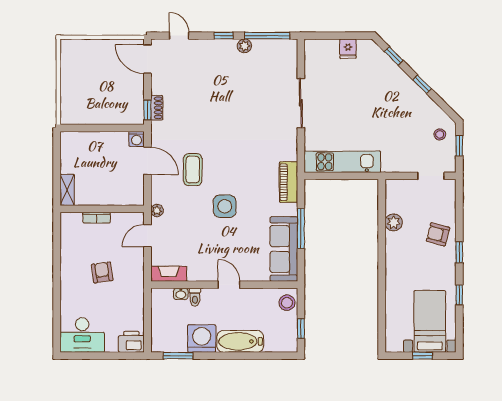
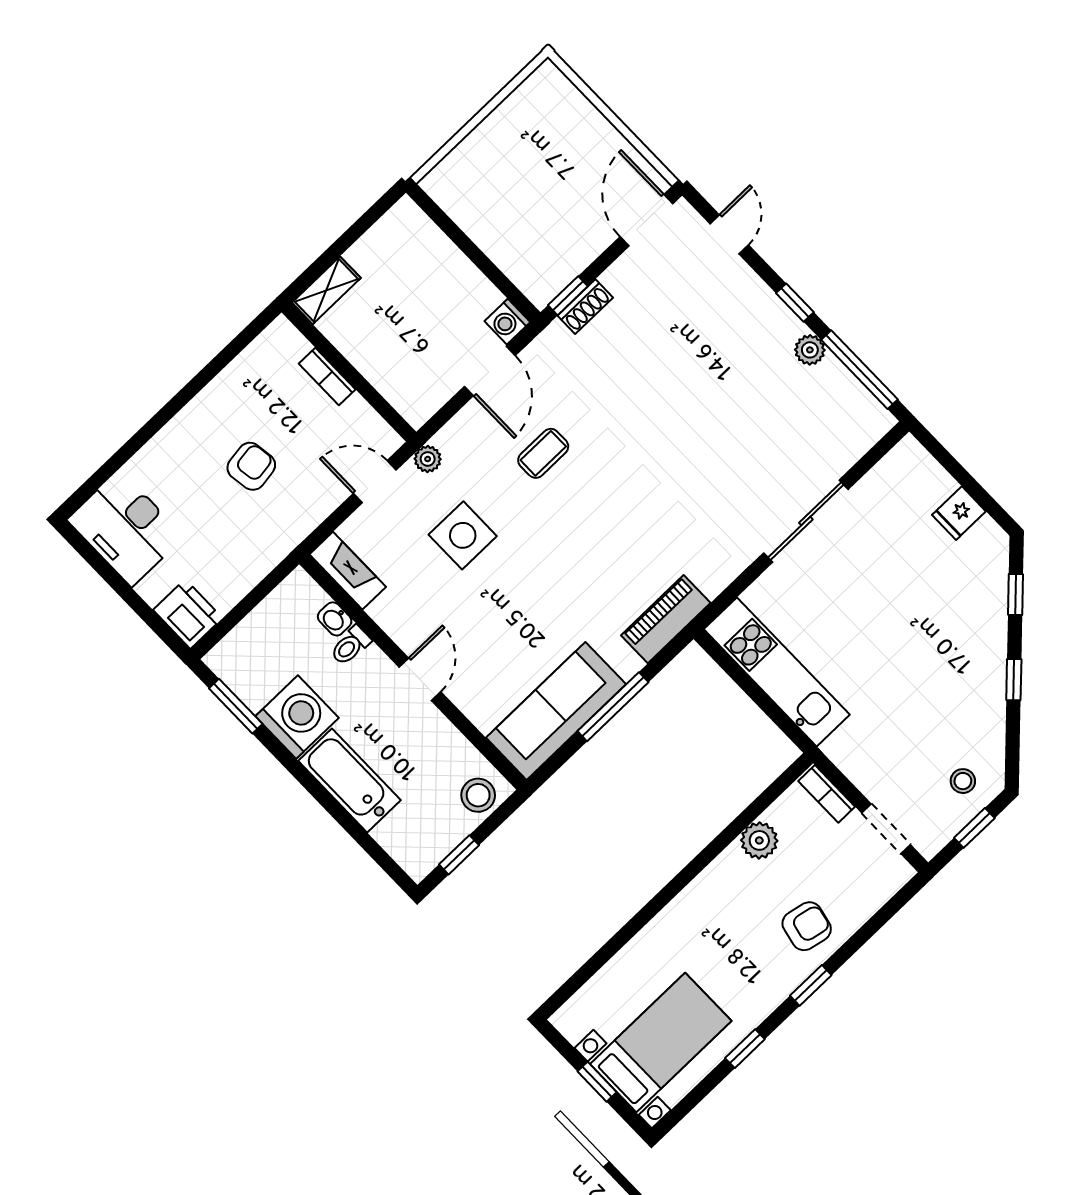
coffee table: (193, 170) -> (543, 453), width x0.73, depth x0.77
bookcase: (400, 185) -> (827, 794), added
side table: (225, 206) -> (463, 535), moved
armchair: (438, 234) -> (807, 926), turned 87

